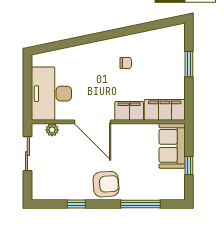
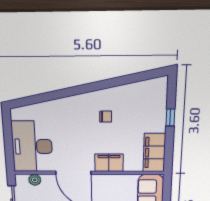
window: (189, 64) -> (170, 118), width x0.67
filing cabinet: (165, 110) -> (154, 153), moved, turned -90

